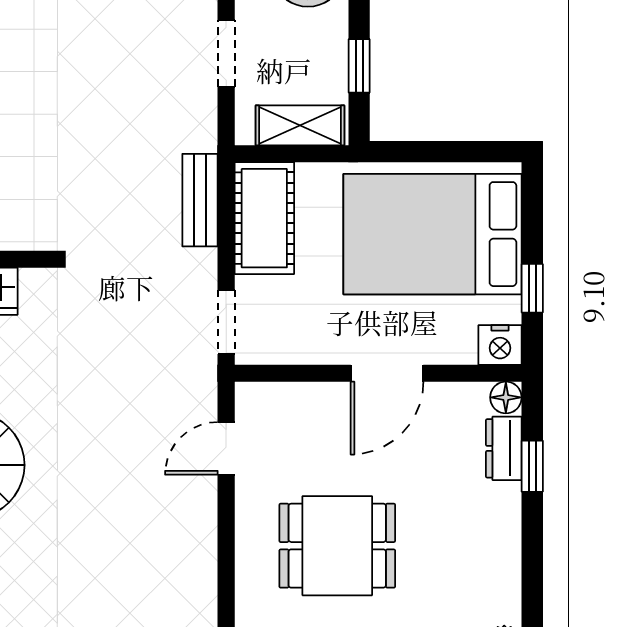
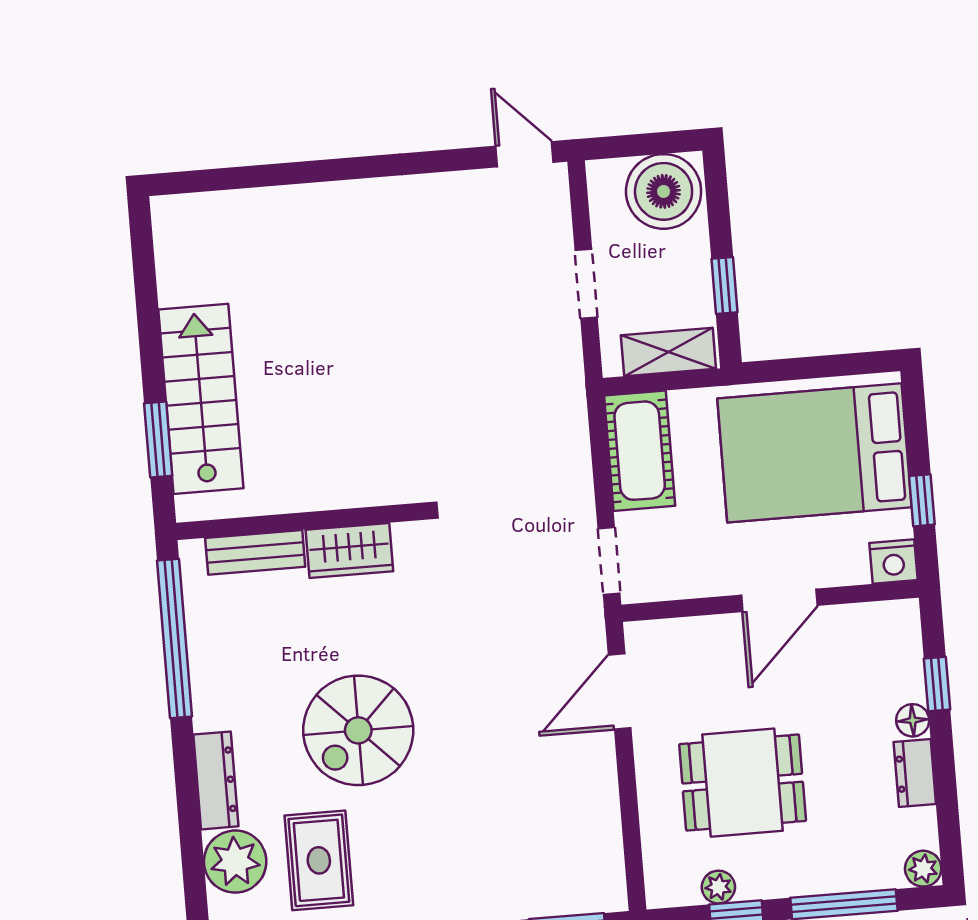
bench: (200, 200) -> (572, 438), removed
floor lamp: (506, 397) -> (913, 720), moved
door: (226, 448) -> (620, 691), width x1.38
dresser: (504, 448) -> (915, 773), moved

